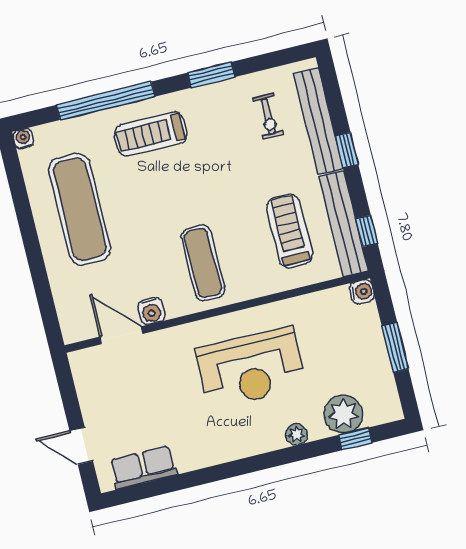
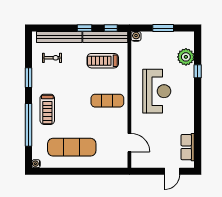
window: (347, 150) -> (85, 28), moved
water cooler: (151, 311) -> (122, 127), removed
door: (121, 335) -> (129, 143), swing flipped
plant: (297, 434) -> (190, 79), removed
window: (355, 439) -> (198, 71), moved

